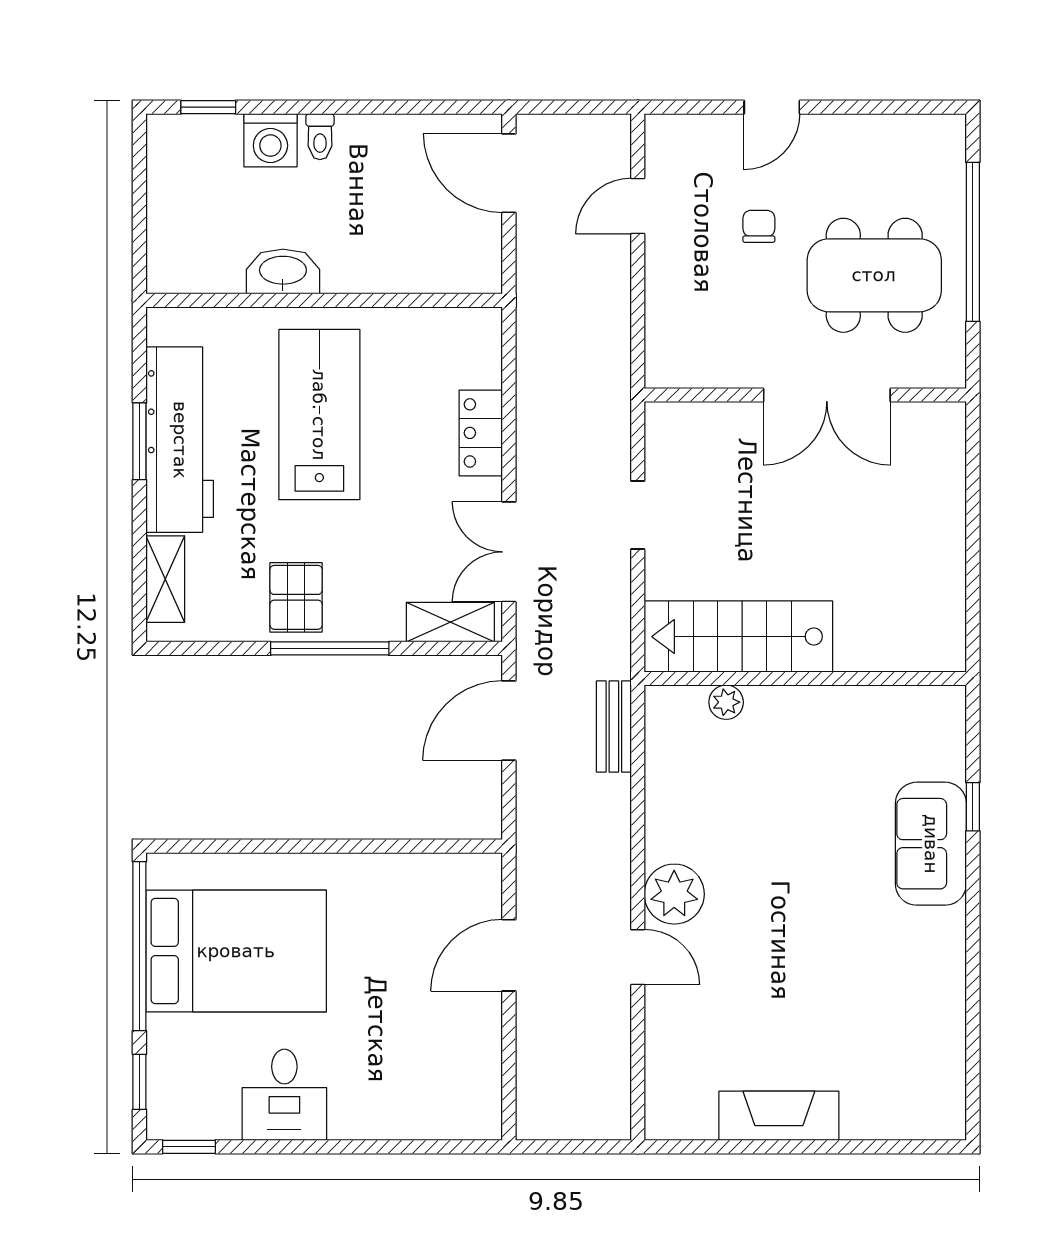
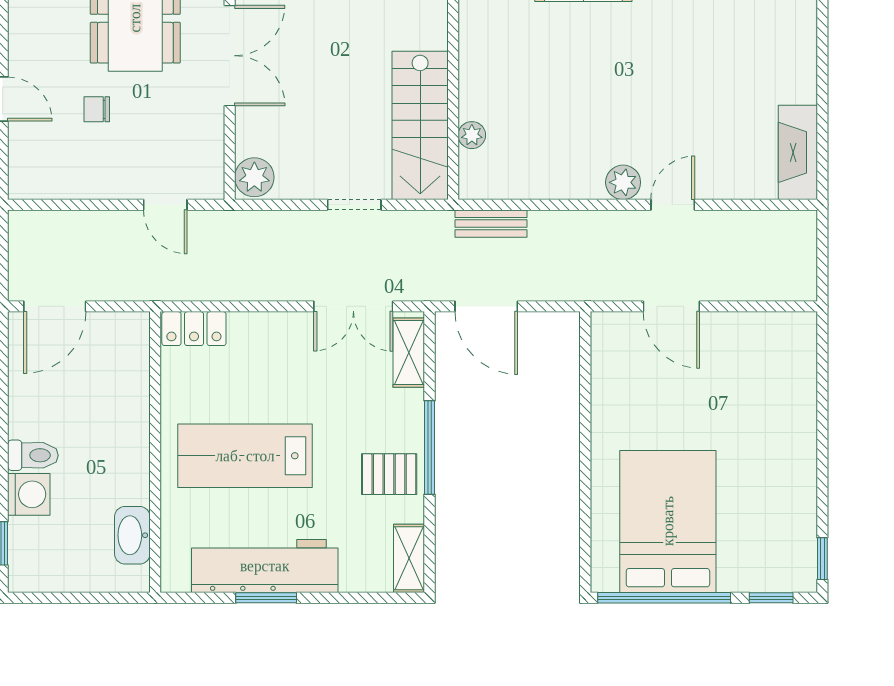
toilet: (320, 137) -> (33, 455), width x1.37, depth x1.39
door: (638, 206) -> (165, 205), moved
washbasin: (283, 272) -> (132, 535), moved
plant: (673, 426) -> (254, 177), added
locker: (481, 433) -> (194, 329), moved
doorway: (638, 515) -> (354, 205), moved
shelving: (165, 579) -> (409, 558), moved, turned 90
plant: (674, 894) -> (623, 182), width x0.73, depth x0.73
desk: (284, 1095) -> (781, 483), removed
fireplace: (779, 1116) -> (798, 152), moved

